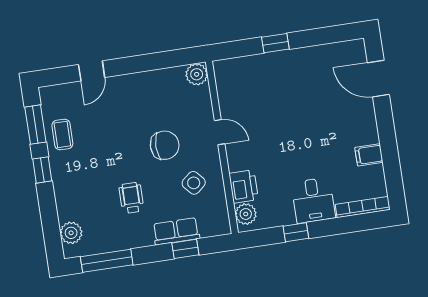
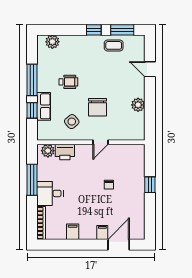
plant: (197, 74) -> (138, 105), moved
filing cabinet: (363, 107) -> (102, 232), added
chair: (285, 109) -> (109, 185), added
window: (296, 232) -> (32, 180), width x2.17
window: (107, 261) -> (32, 80), moved

